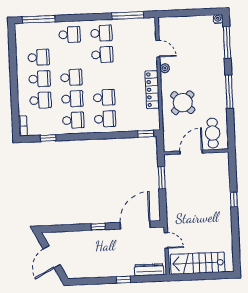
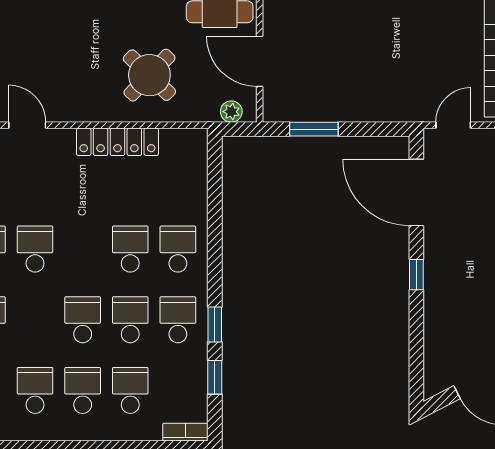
door: (158, 49) -> (27, 125), hinge flipped
plant: (165, 68) -> (231, 112), moved
window: (146, 134) -> (215, 325), moved

